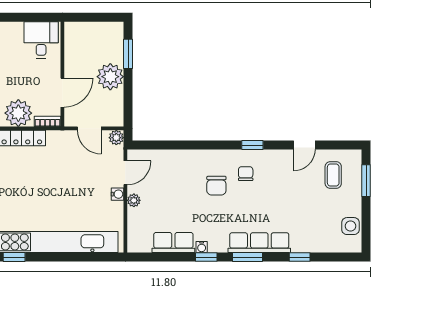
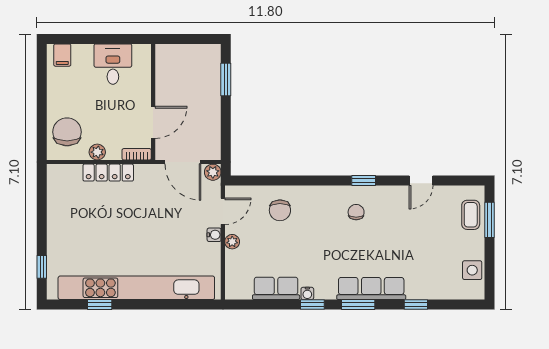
desk: (41, 40) -> (113, 64), moved
plant: (110, 77) -> (206, 105), removed
plant: (18, 113) -> (97, 152), width x0.53, depth x0.53
door: (89, 128) -> (183, 162), width x1.38
coffee table: (333, 175) -> (471, 215), moved
chair: (216, 186) -> (280, 210), moved

